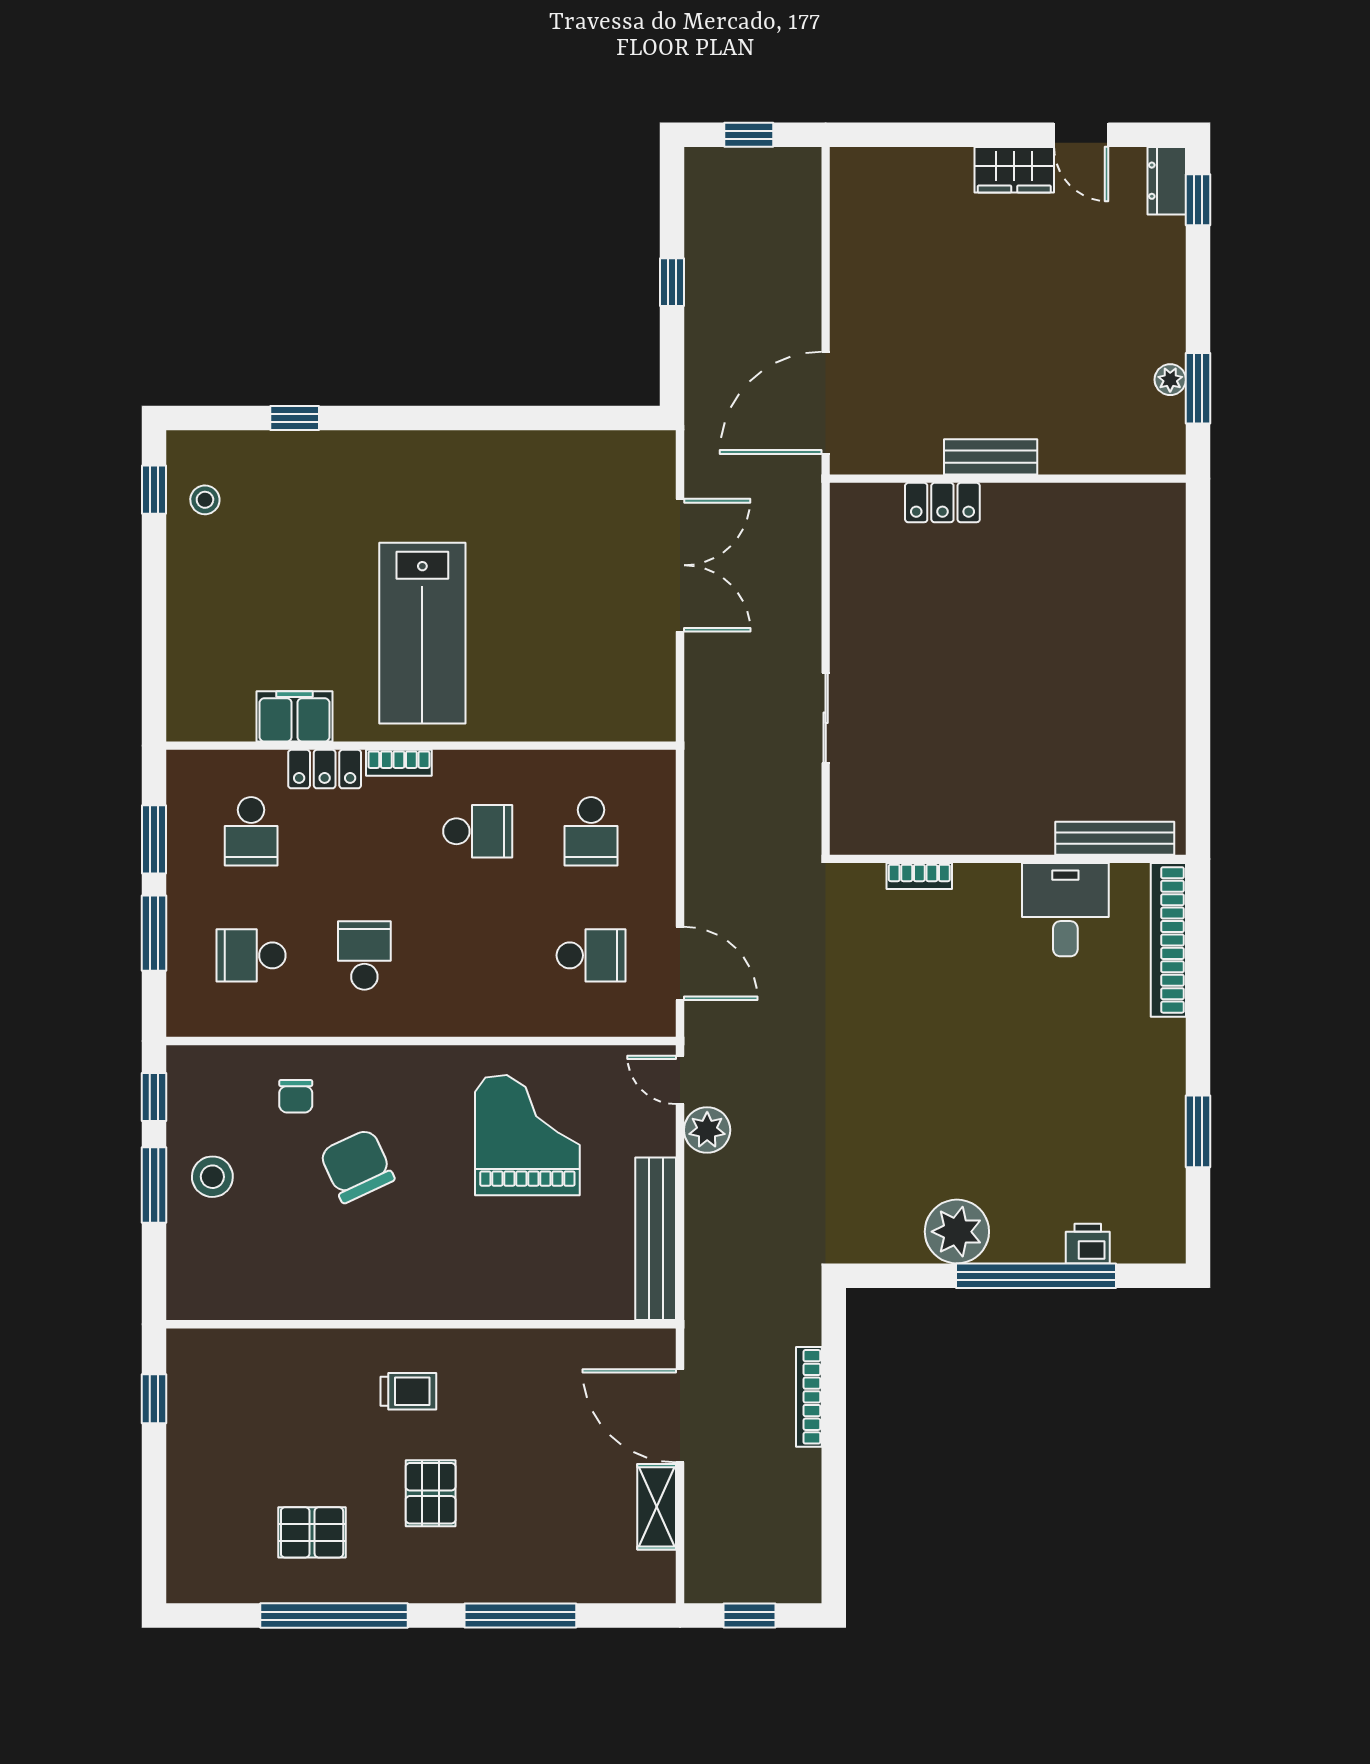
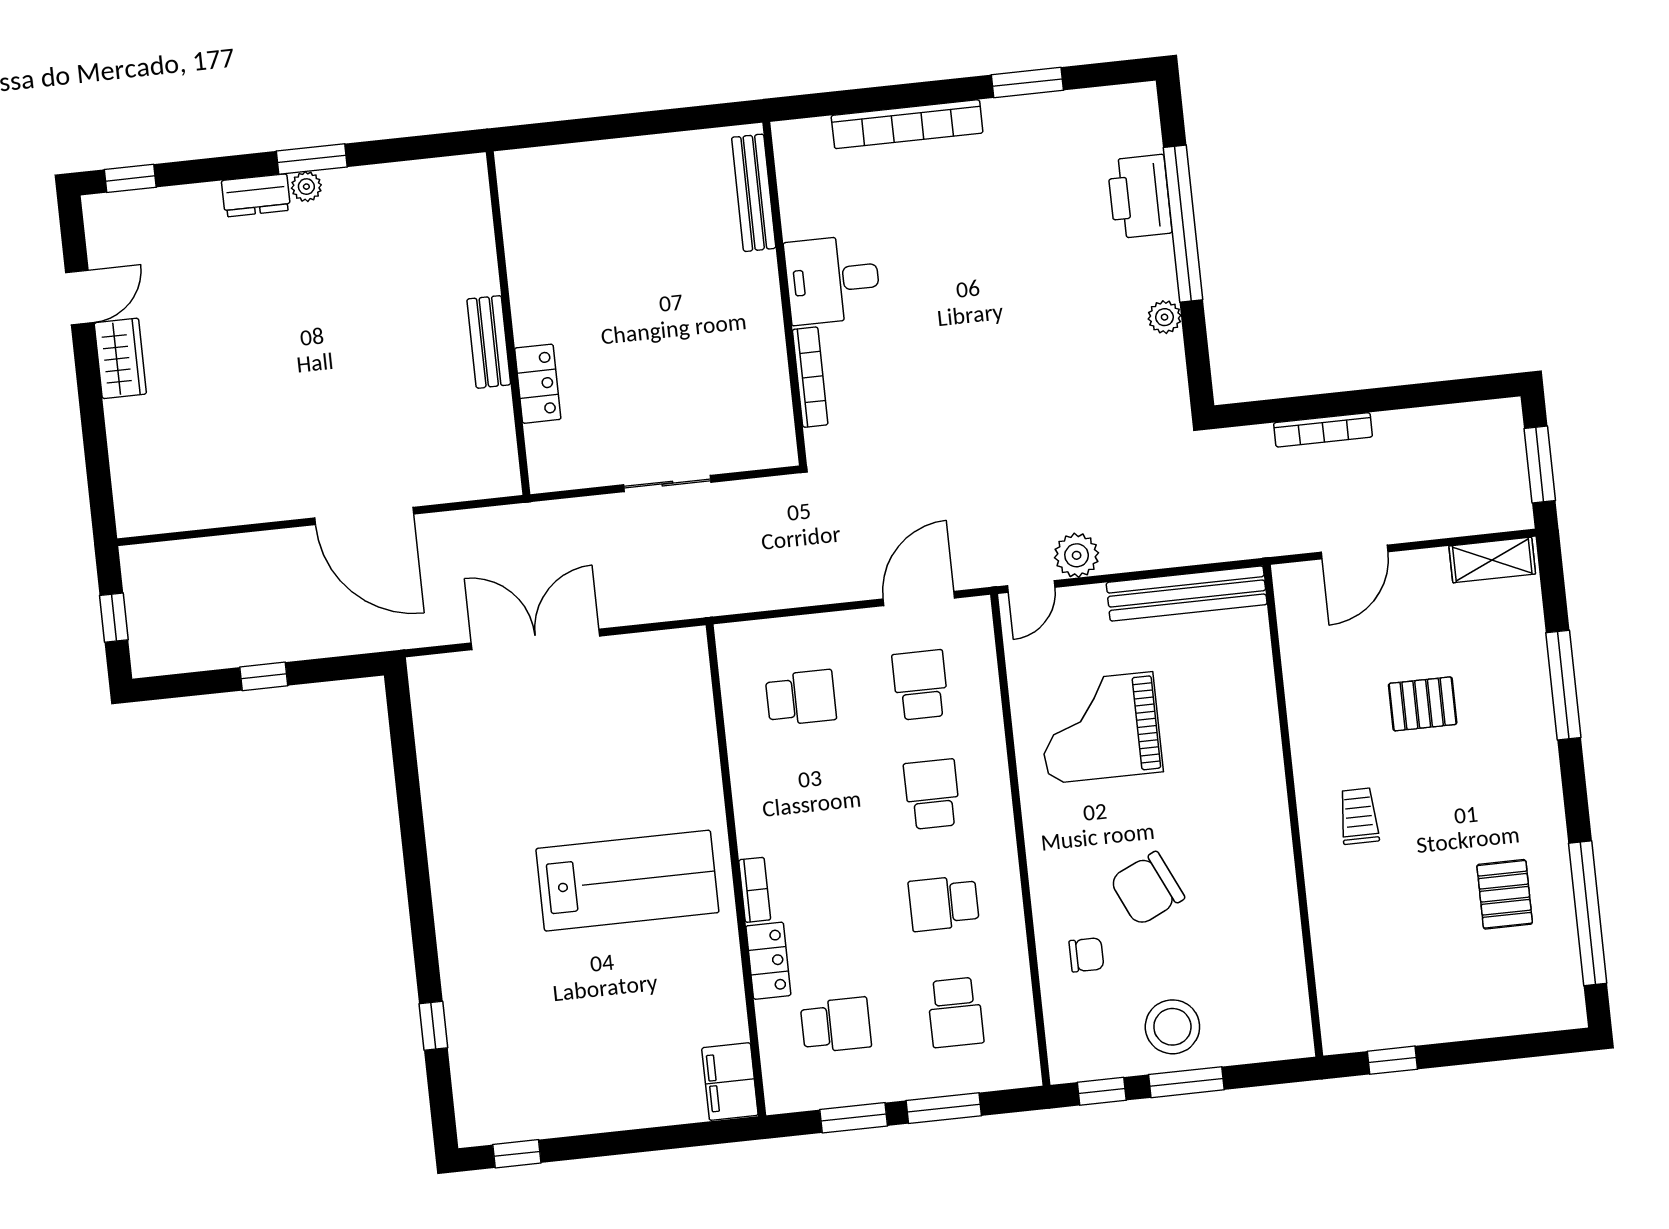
dresser: (1167, 181) -> (256, 195), moved
bench: (991, 457) -> (489, 342), moved
wall: (1008, 479) -> (508, 323), moved
stool: (205, 500) -> (521, 1104), removed
locker: (942, 503) -> (538, 384), moved
filing cabinet: (294, 716) -> (730, 1082), moved
school desk: (478, 831) -> (932, 794), moved
bookcase: (919, 876) -> (810, 377), width x1.56
desk: (1065, 910) -> (833, 280), moved
bookcase: (1168, 940) -> (907, 124), moved
stool: (212, 1177) -> (1172, 1027), width x1.38, depth x1.38
plant: (957, 1232) -> (1165, 317), width x0.53, depth x0.53
printer: (1088, 1244) -> (1140, 197), width x1.87, depth x1.48
door: (680, 1416) -> (1354, 552), width x0.73
pallet: (431, 1493) -> (1423, 704), moved
shelving: (657, 1507) -> (1492, 560), moved
window: (334, 1616) -> (1588, 913), moved
window: (749, 1616) -> (1540, 465), width x1.50

